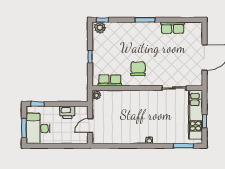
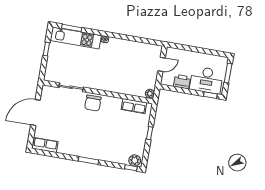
row of seats: (173, 28) -> (45, 145), moved
chair: (138, 69) -> (93, 103), moved
kitchen unit: (196, 115) -> (76, 38), moved, turned 90
desk: (38, 128) -> (206, 80), moved, turned 90

